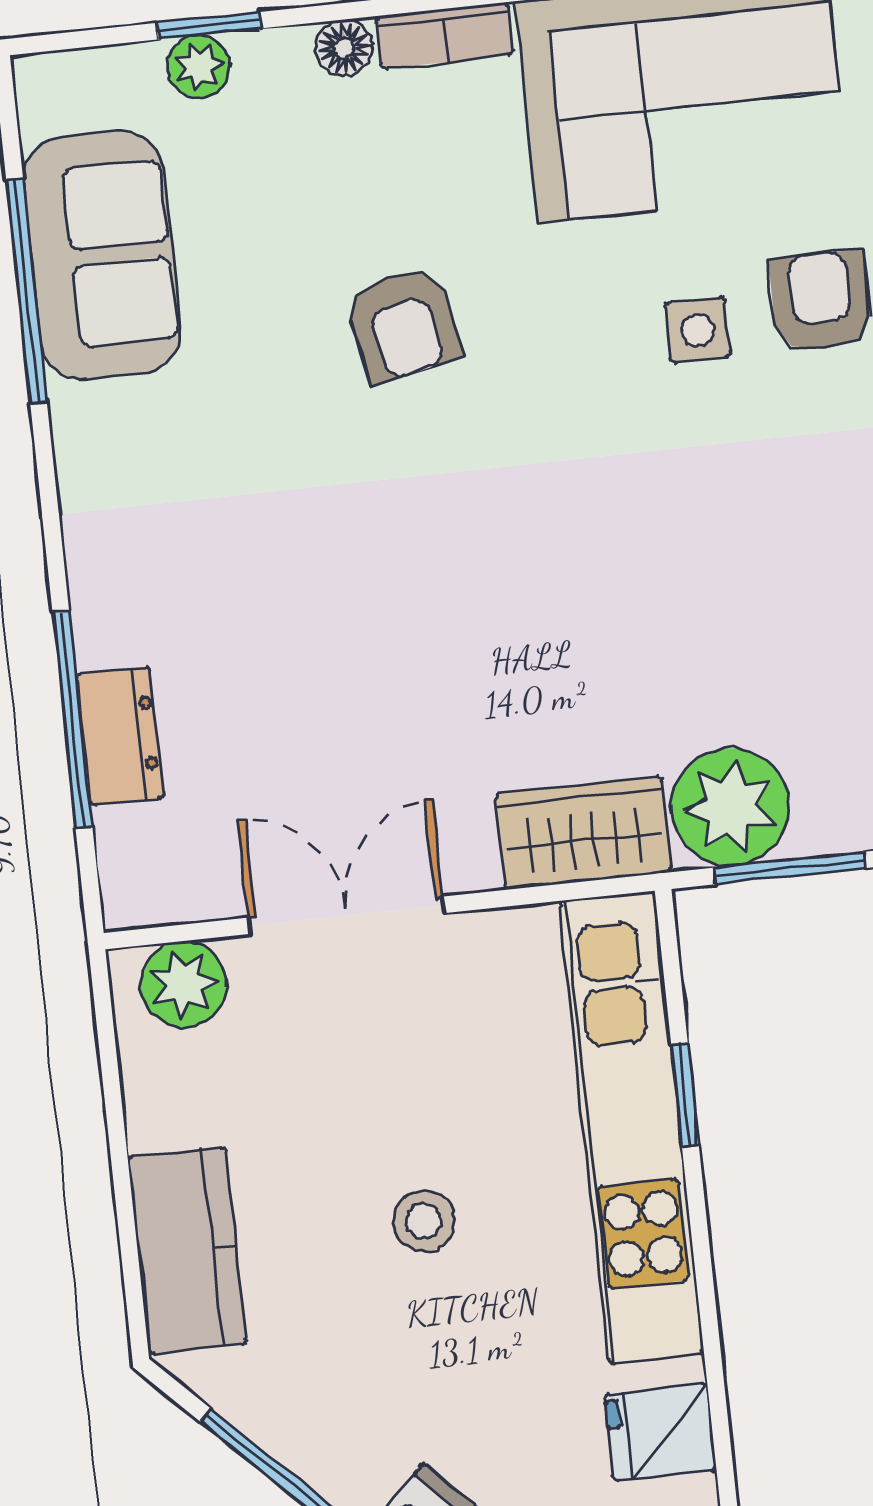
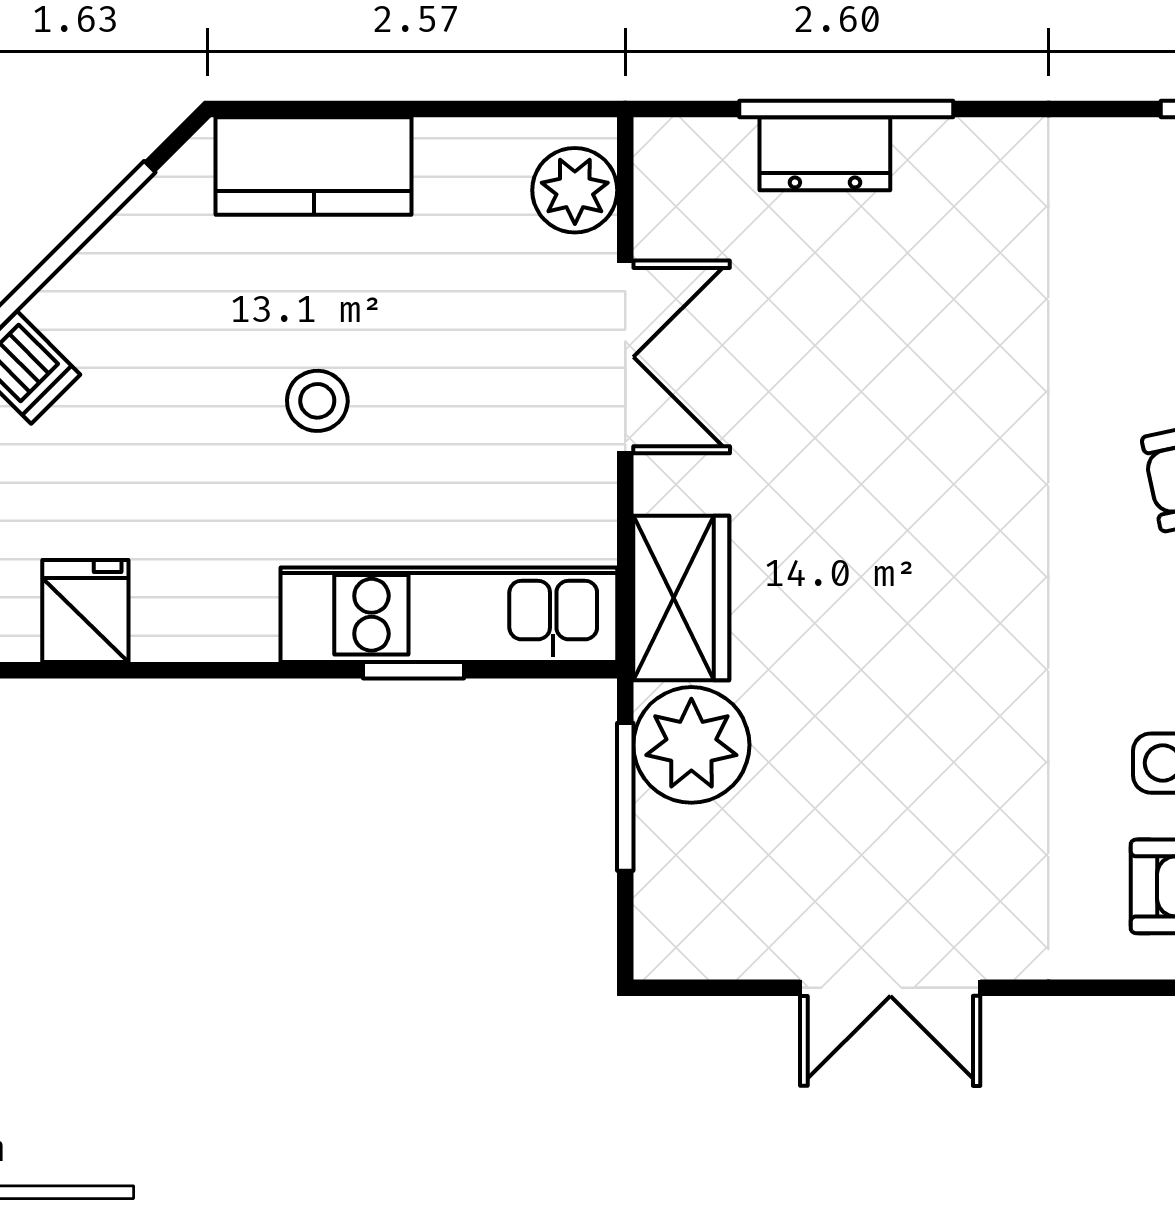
kitchen unit: (632, 1127) -> (449, 615), width x0.73

